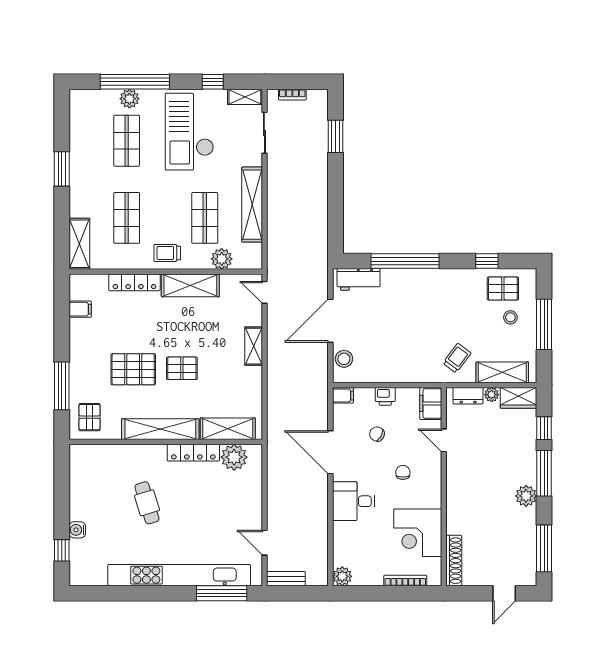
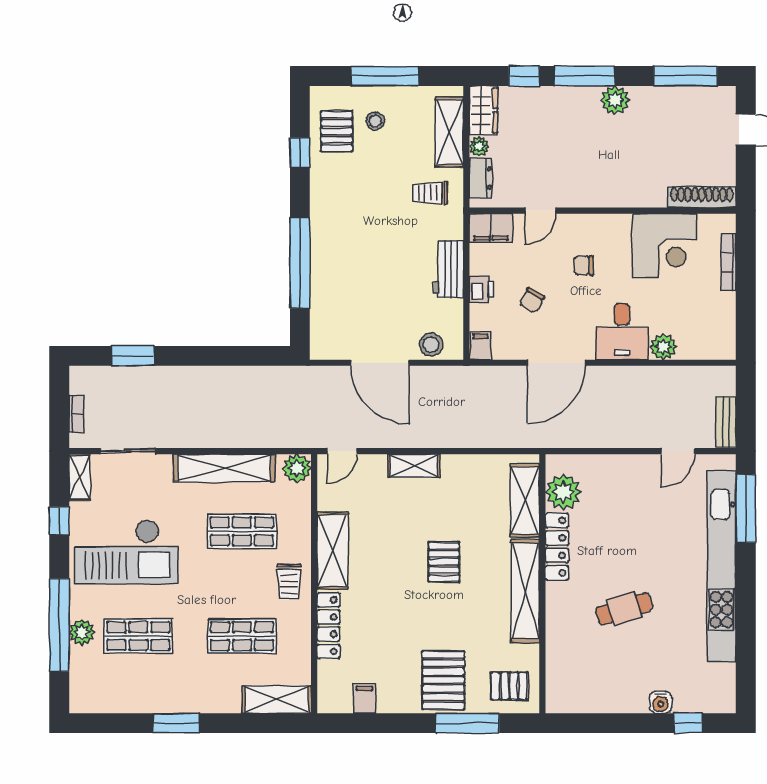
plant: (222, 259) -> (297, 468), moved
workbench: (359, 279) -> (449, 269), moved, turned 180
trolley: (457, 358) -> (430, 193), turned -37
pallet: (133, 369) -> (443, 680), moved
plant: (342, 576) -> (663, 347), moved

